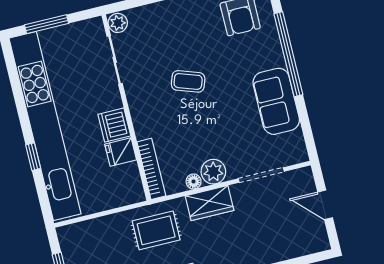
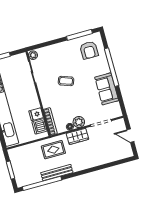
dishwasher: (114, 125) -> (40, 126), moved

